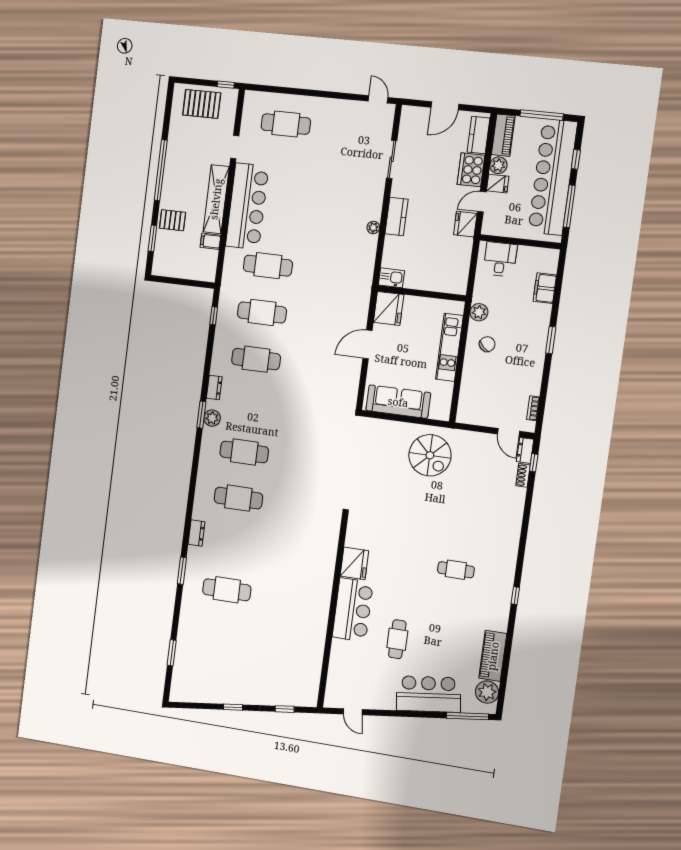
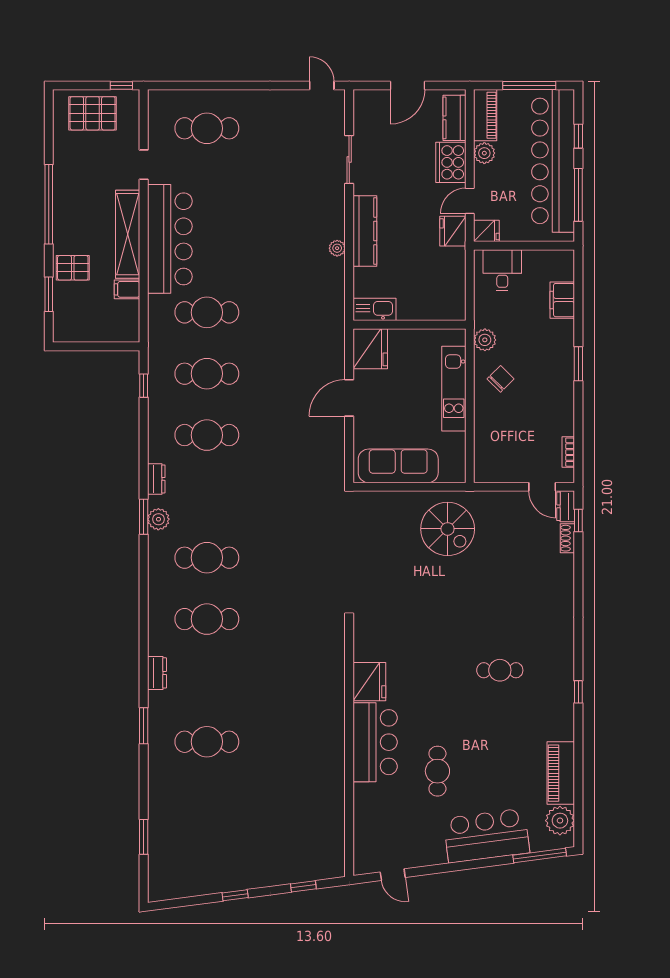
fridge: (498, 184) -> (486, 231), moved
kitchen counter: (397, 216) -> (365, 231), width x1.50
kitchen sink: (391, 278) -> (374, 309), width x1.38

